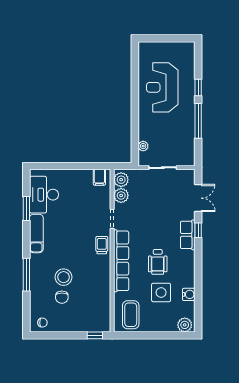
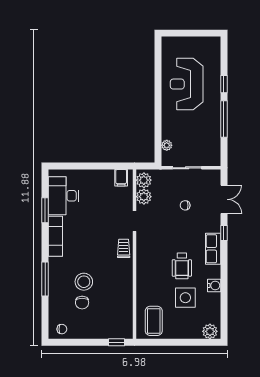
chair: (161, 204) -> (185, 205), added
row of seats: (188, 235) -> (213, 249), moved
row of seats: (121, 261) -> (144, 265), removed
water cooler: (189, 294) -> (214, 285), moved

